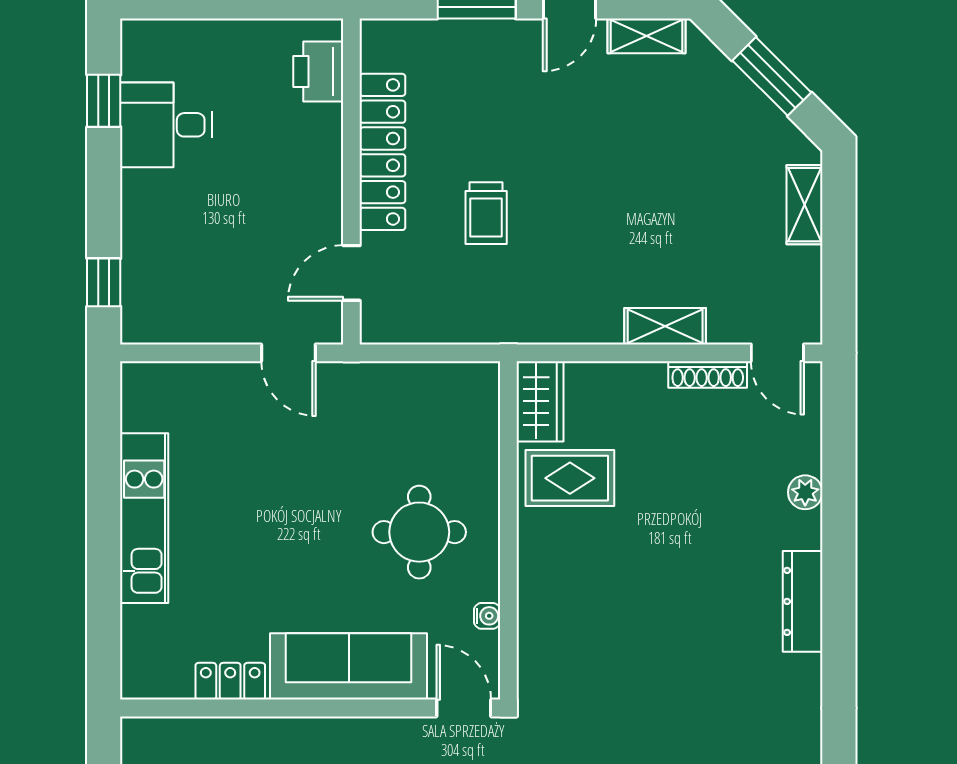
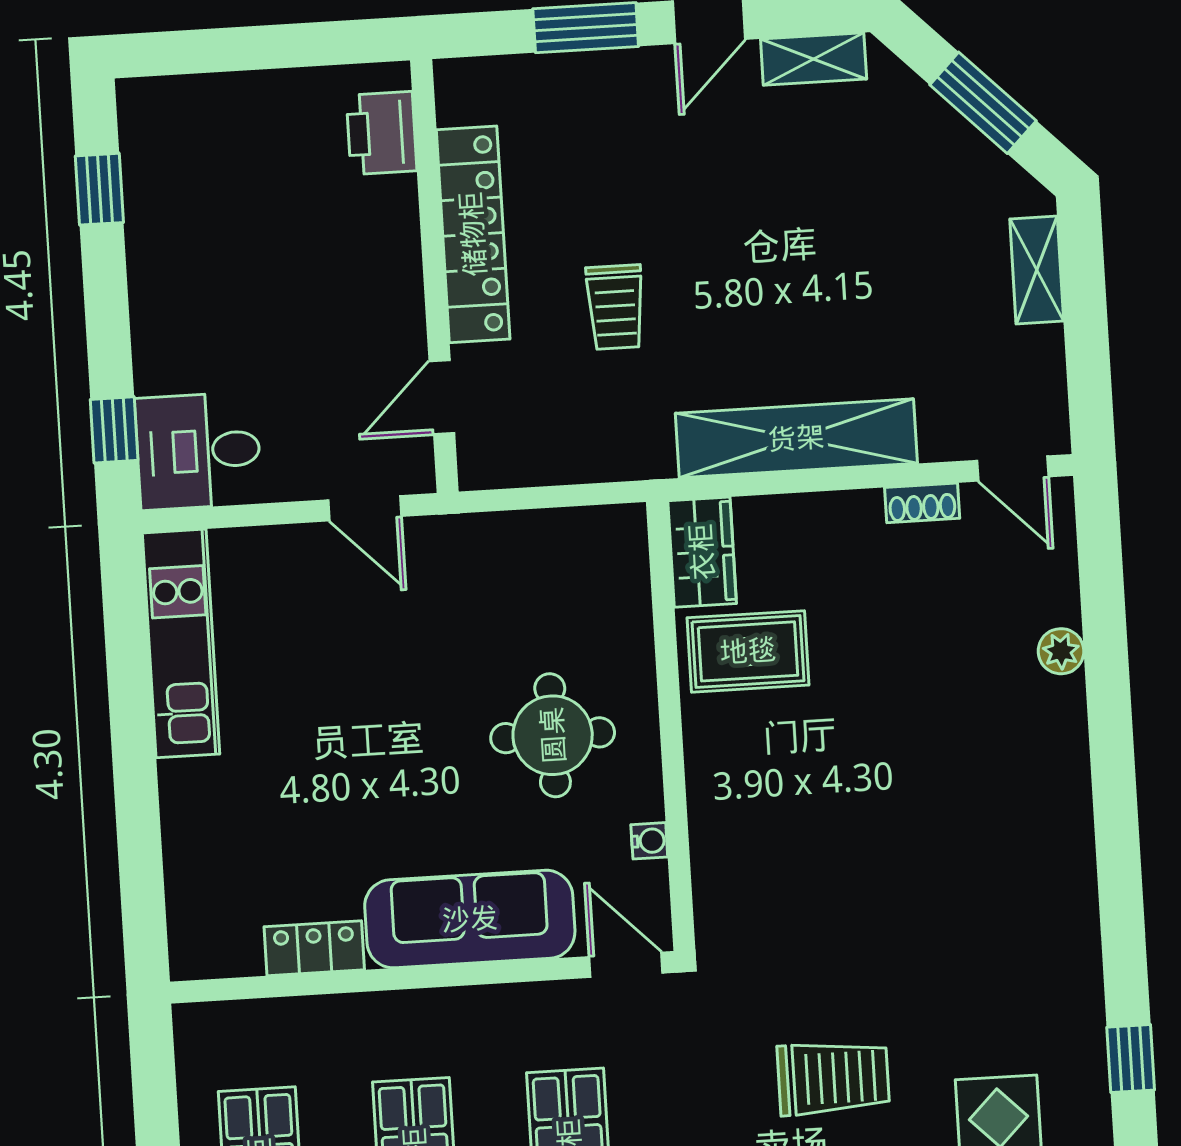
desk: (166, 125) -> (198, 451), moved
shelving: (665, 326) -> (796, 438), width x2.20, depth x1.33
shoe rack: (708, 374) -> (922, 503), width x0.70
kitchen unit: (144, 518) -> (181, 643), moved
dresser: (803, 601) -> (1066, 796), removed

